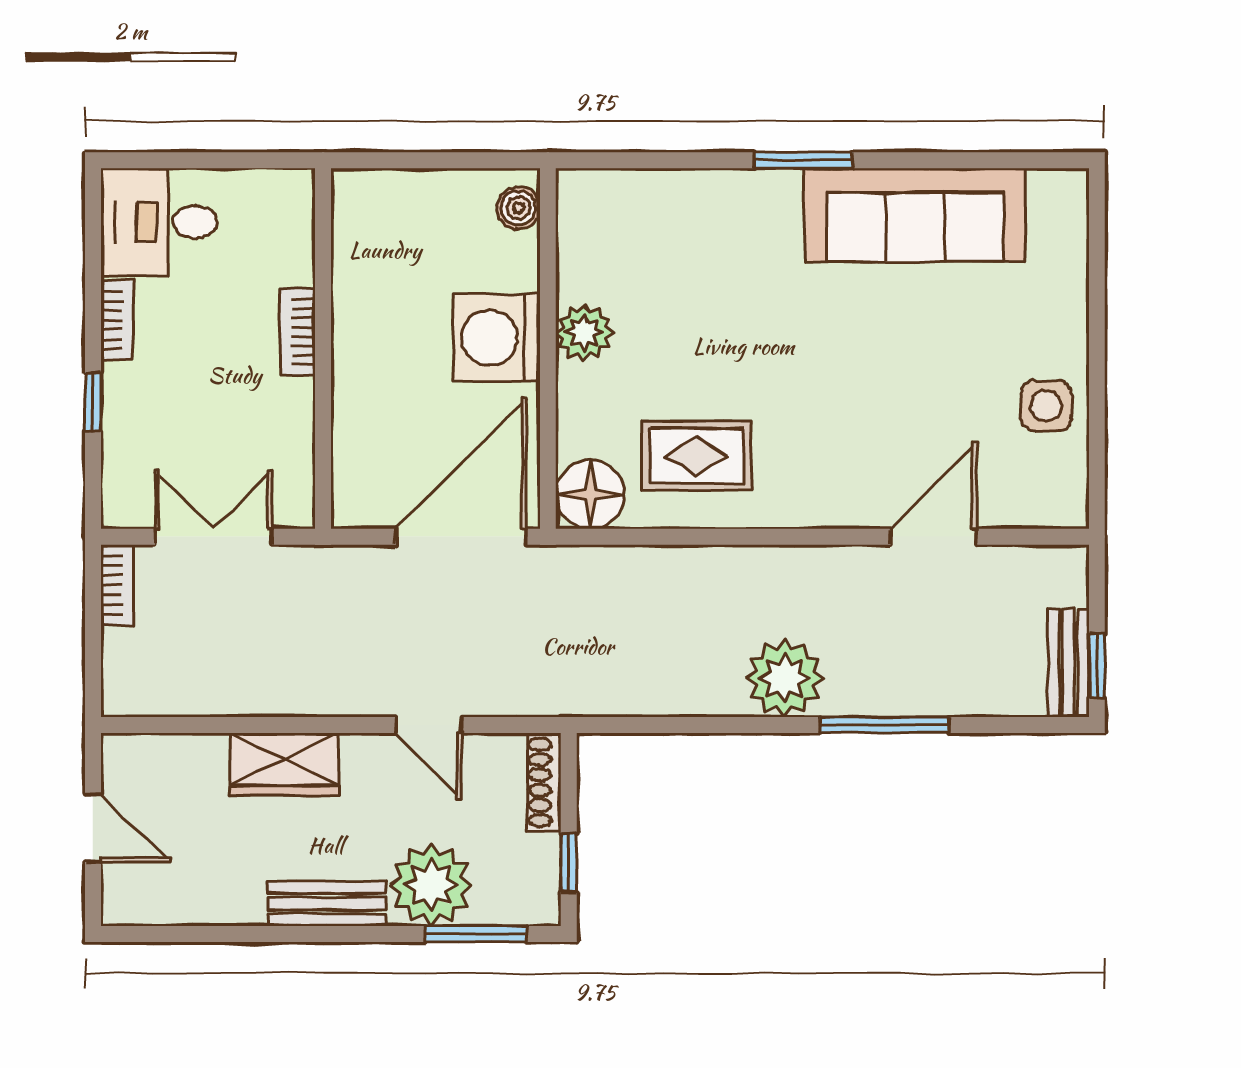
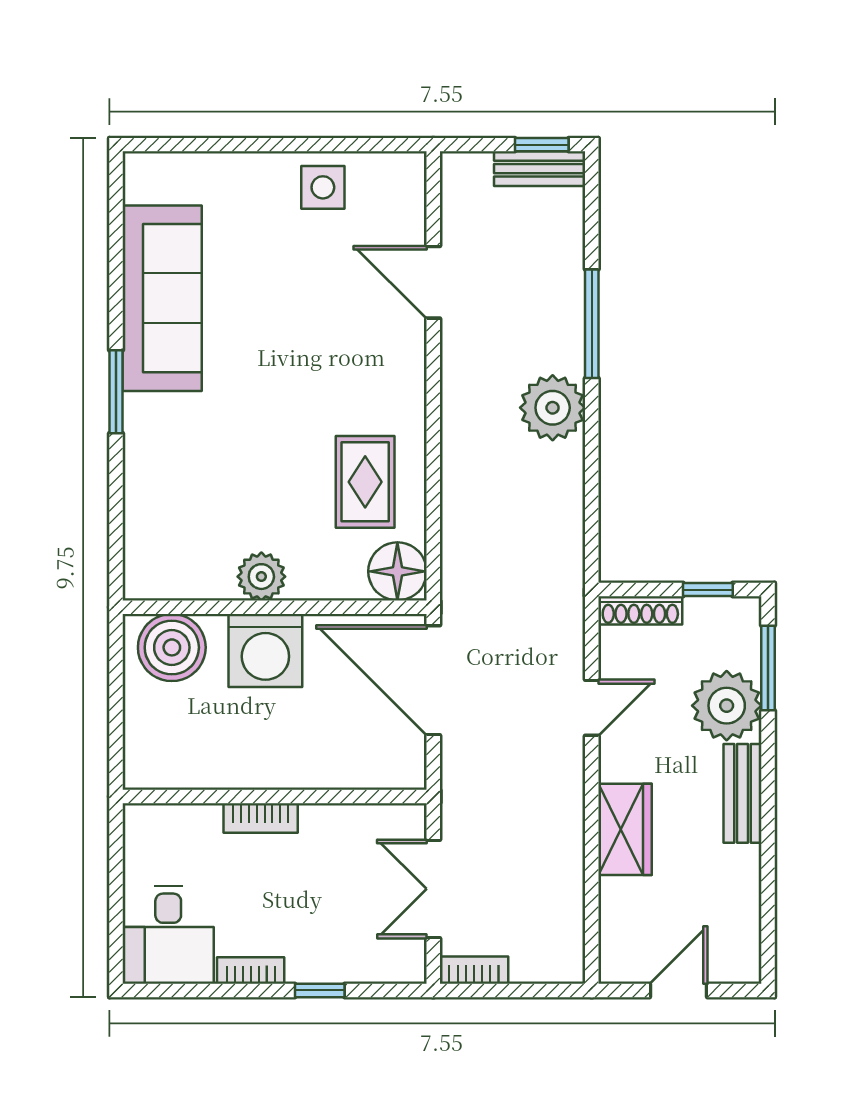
boiler: (519, 208) -> (172, 647), width x1.86, depth x1.86

